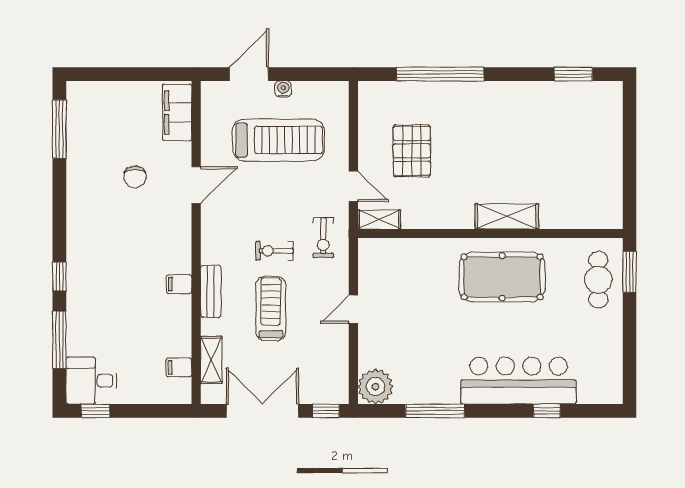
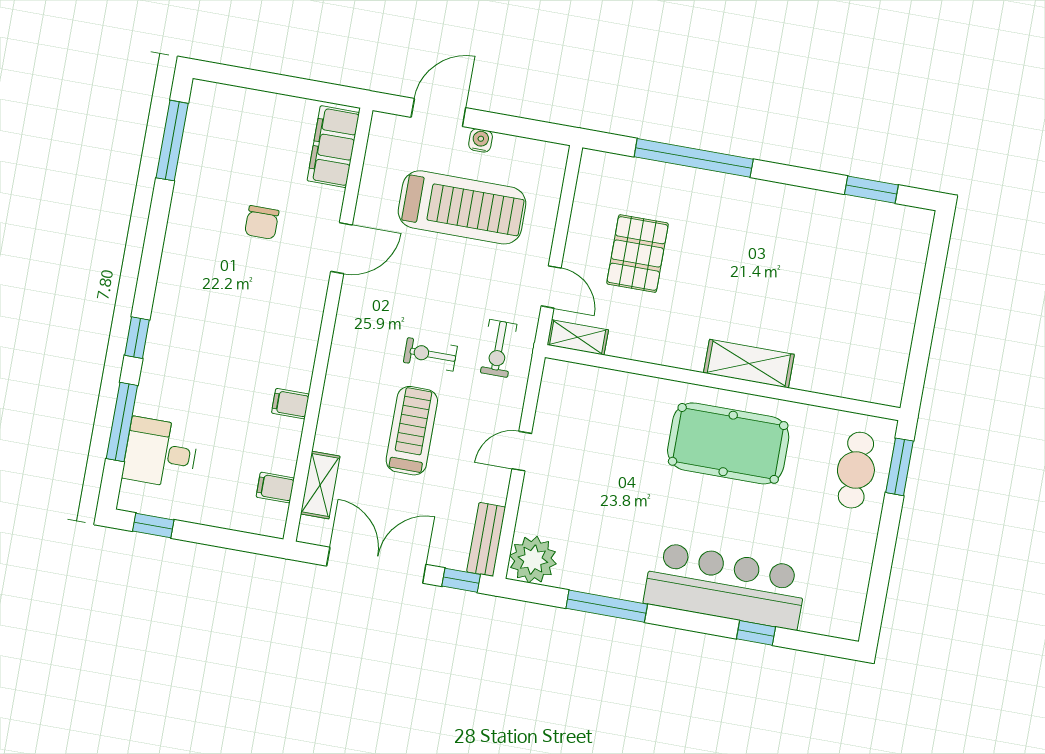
filing cabinet: (179, 284) -> (290, 404), moved
bench: (211, 291) -> (486, 539), moved
desk: (91, 381) -> (161, 453), moved

